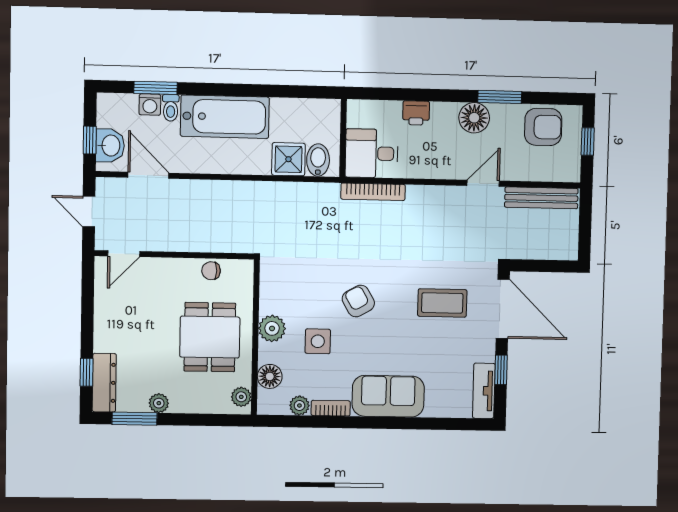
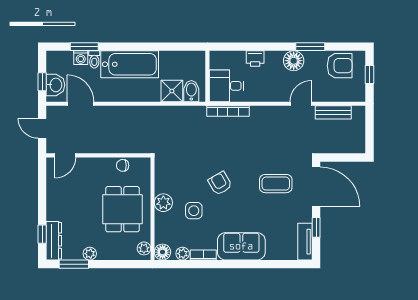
bench: (541, 198) -> (333, 112), width x0.73
floor lamp: (270, 376) -> (163, 252), moved

